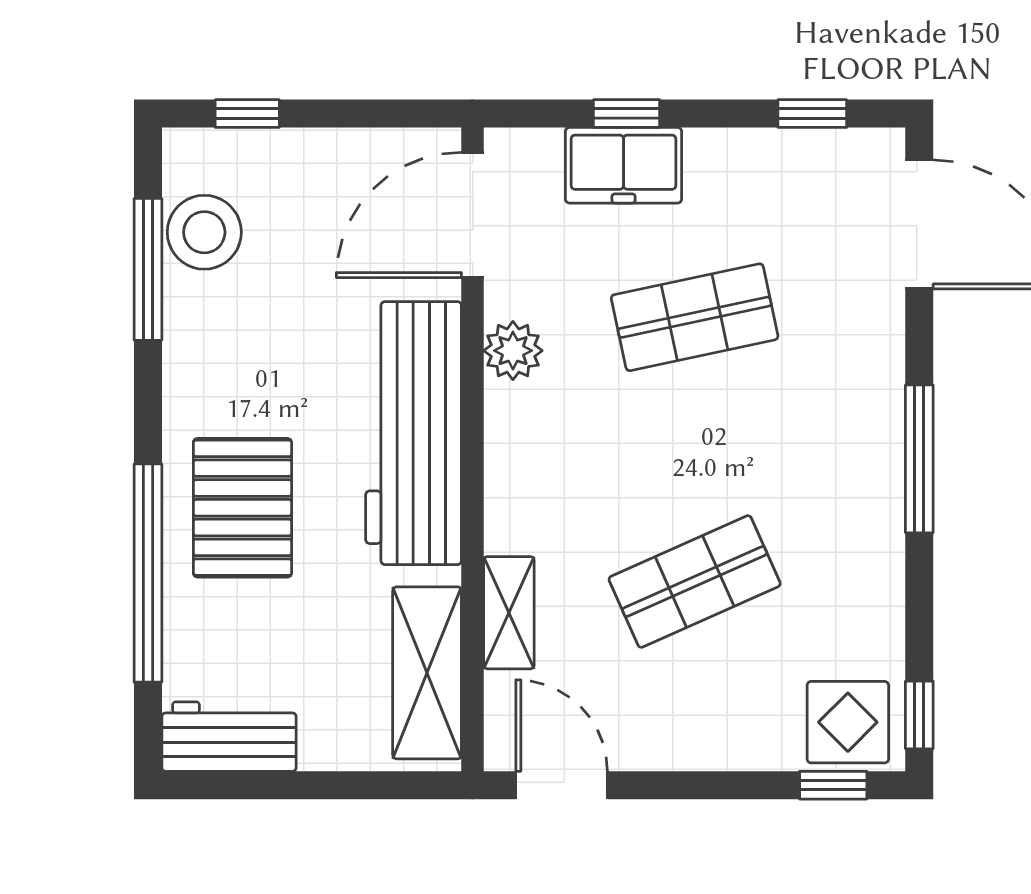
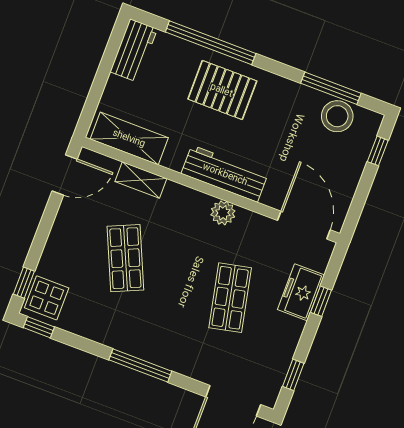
plant: (513, 351) -> (223, 213), moved
workbench: (414, 433) -> (225, 174), width x0.73, depth x0.76

